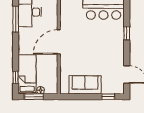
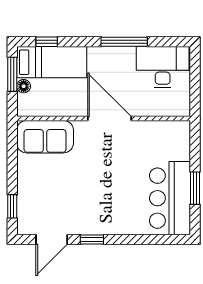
window: (16, 19) -> (124, 42), moved
window: (127, 33) -> (92, 240), moved
sofa: (85, 85) -> (45, 137), moved, turned 90

